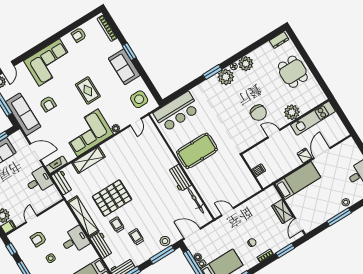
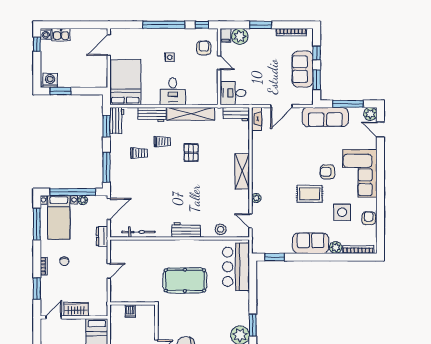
plant: (116, 46) -> (336, 247), added
window: (129, 52) -> (275, 257), moved
side table: (139, 99) -> (342, 212), moved
armchair: (48, 104) -> (327, 172), moved
corner sofa: (88, 133) -> (269, 168), removed
pool table: (197, 151) -> (185, 280), moved, turned 90
shelving: (88, 160) -> (242, 171), moved
workbench: (180, 178) -> (186, 230), moved
desk: (39, 181) -> (233, 93), moved, turned 90
pallet: (112, 198) -> (191, 153), width x0.49, depth x0.50
door: (227, 212) -> (109, 271), moved
door: (299, 224) -> (54, 317), hinge flipped
dresser: (216, 226) -> (102, 236), added
armchair: (38, 239) -> (204, 48), moved
stool: (165, 241) -> (221, 229), moved

